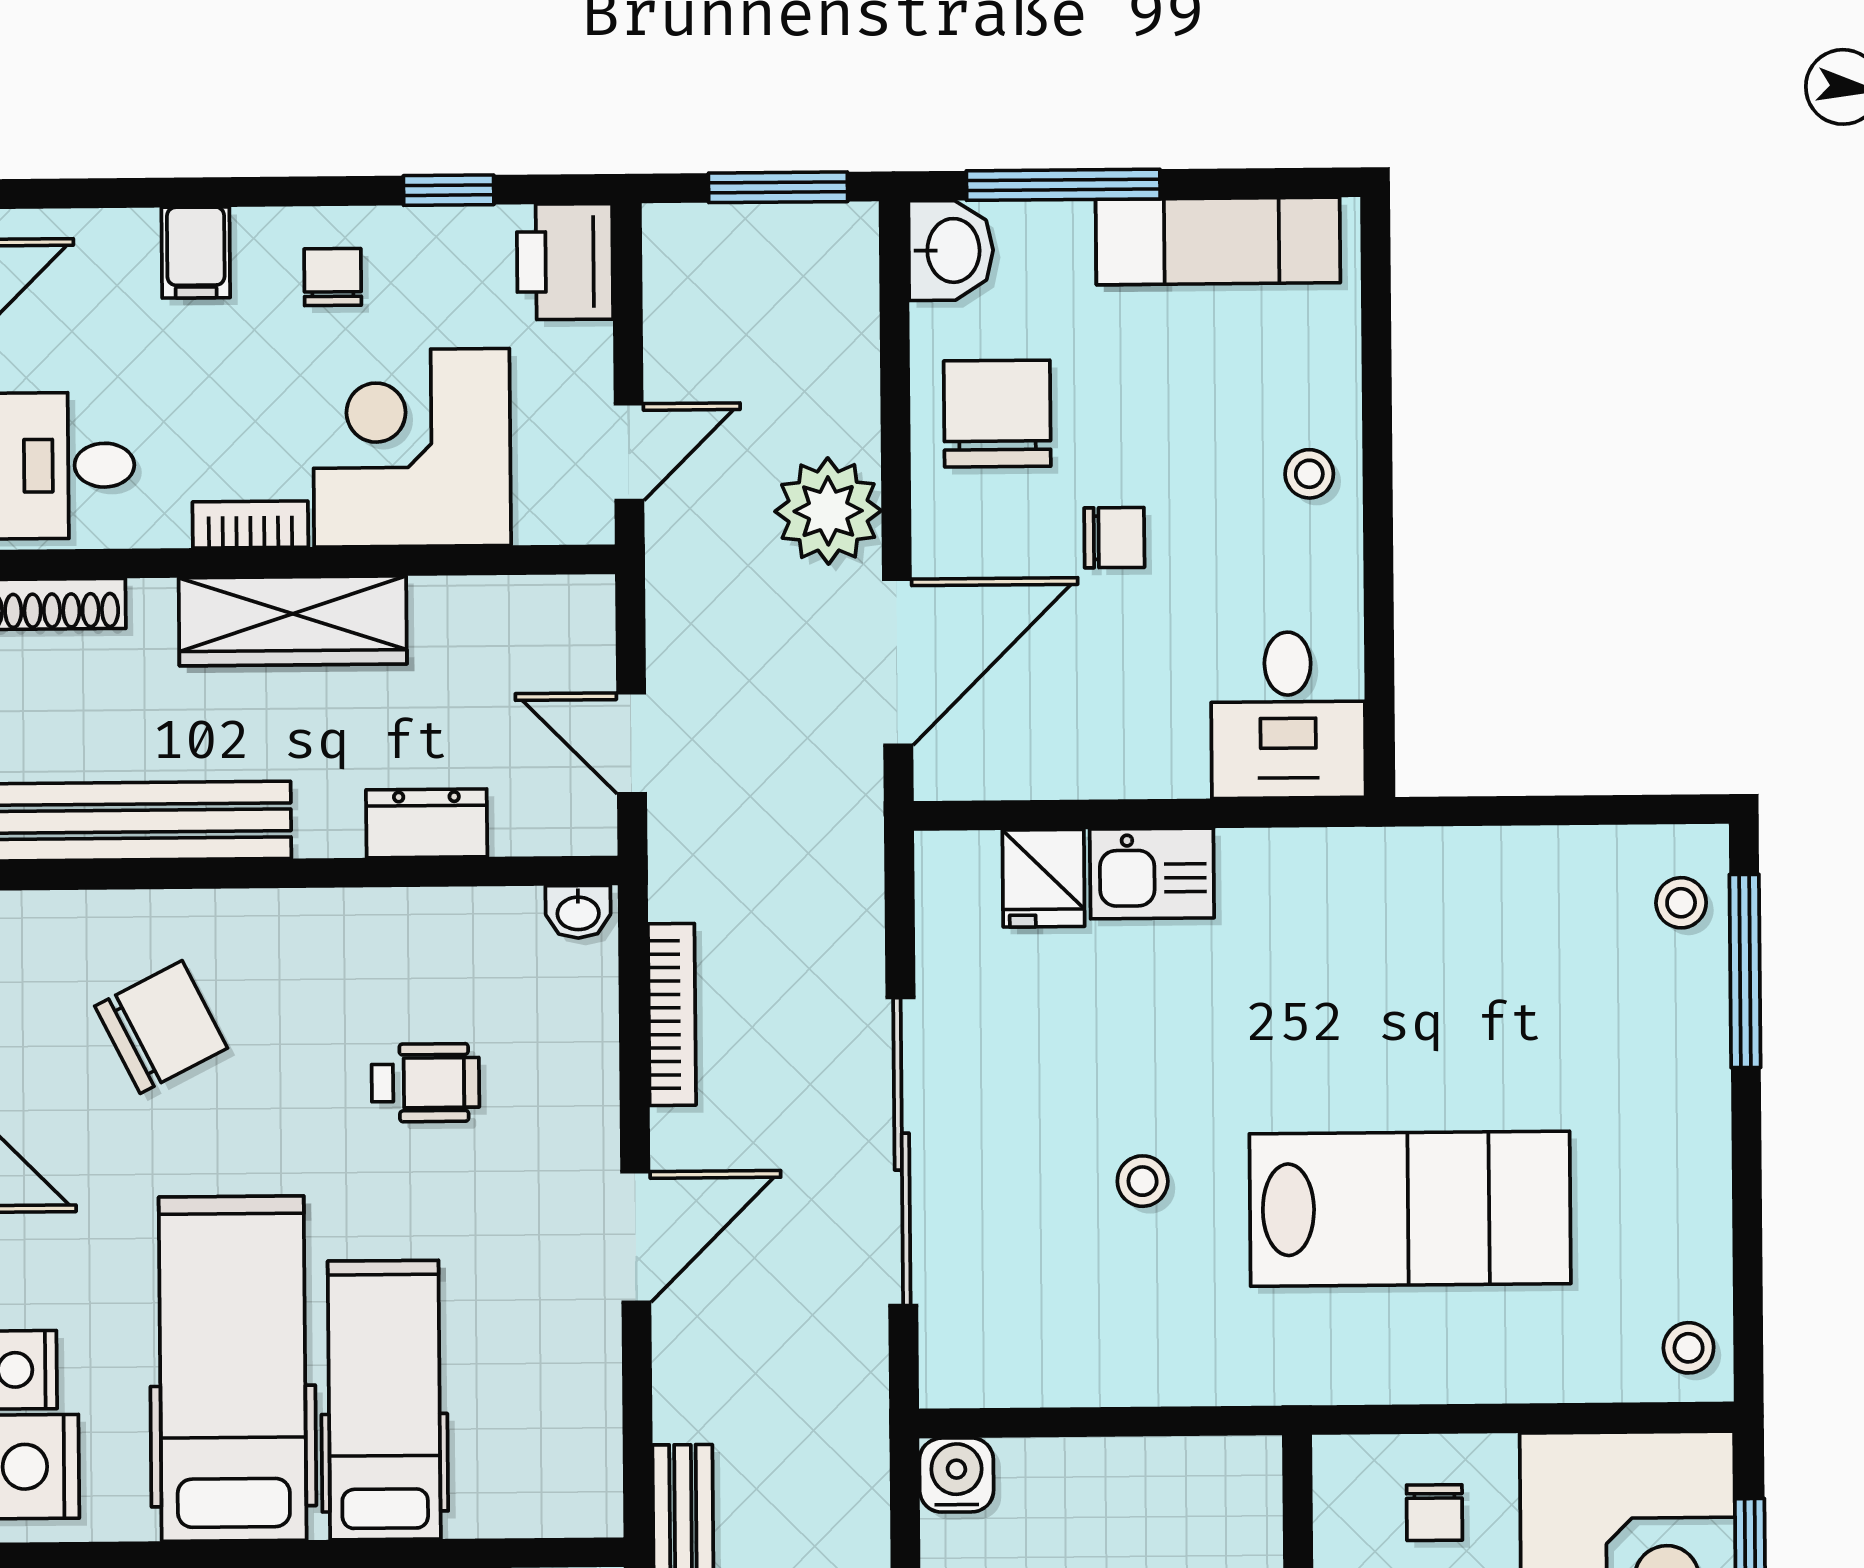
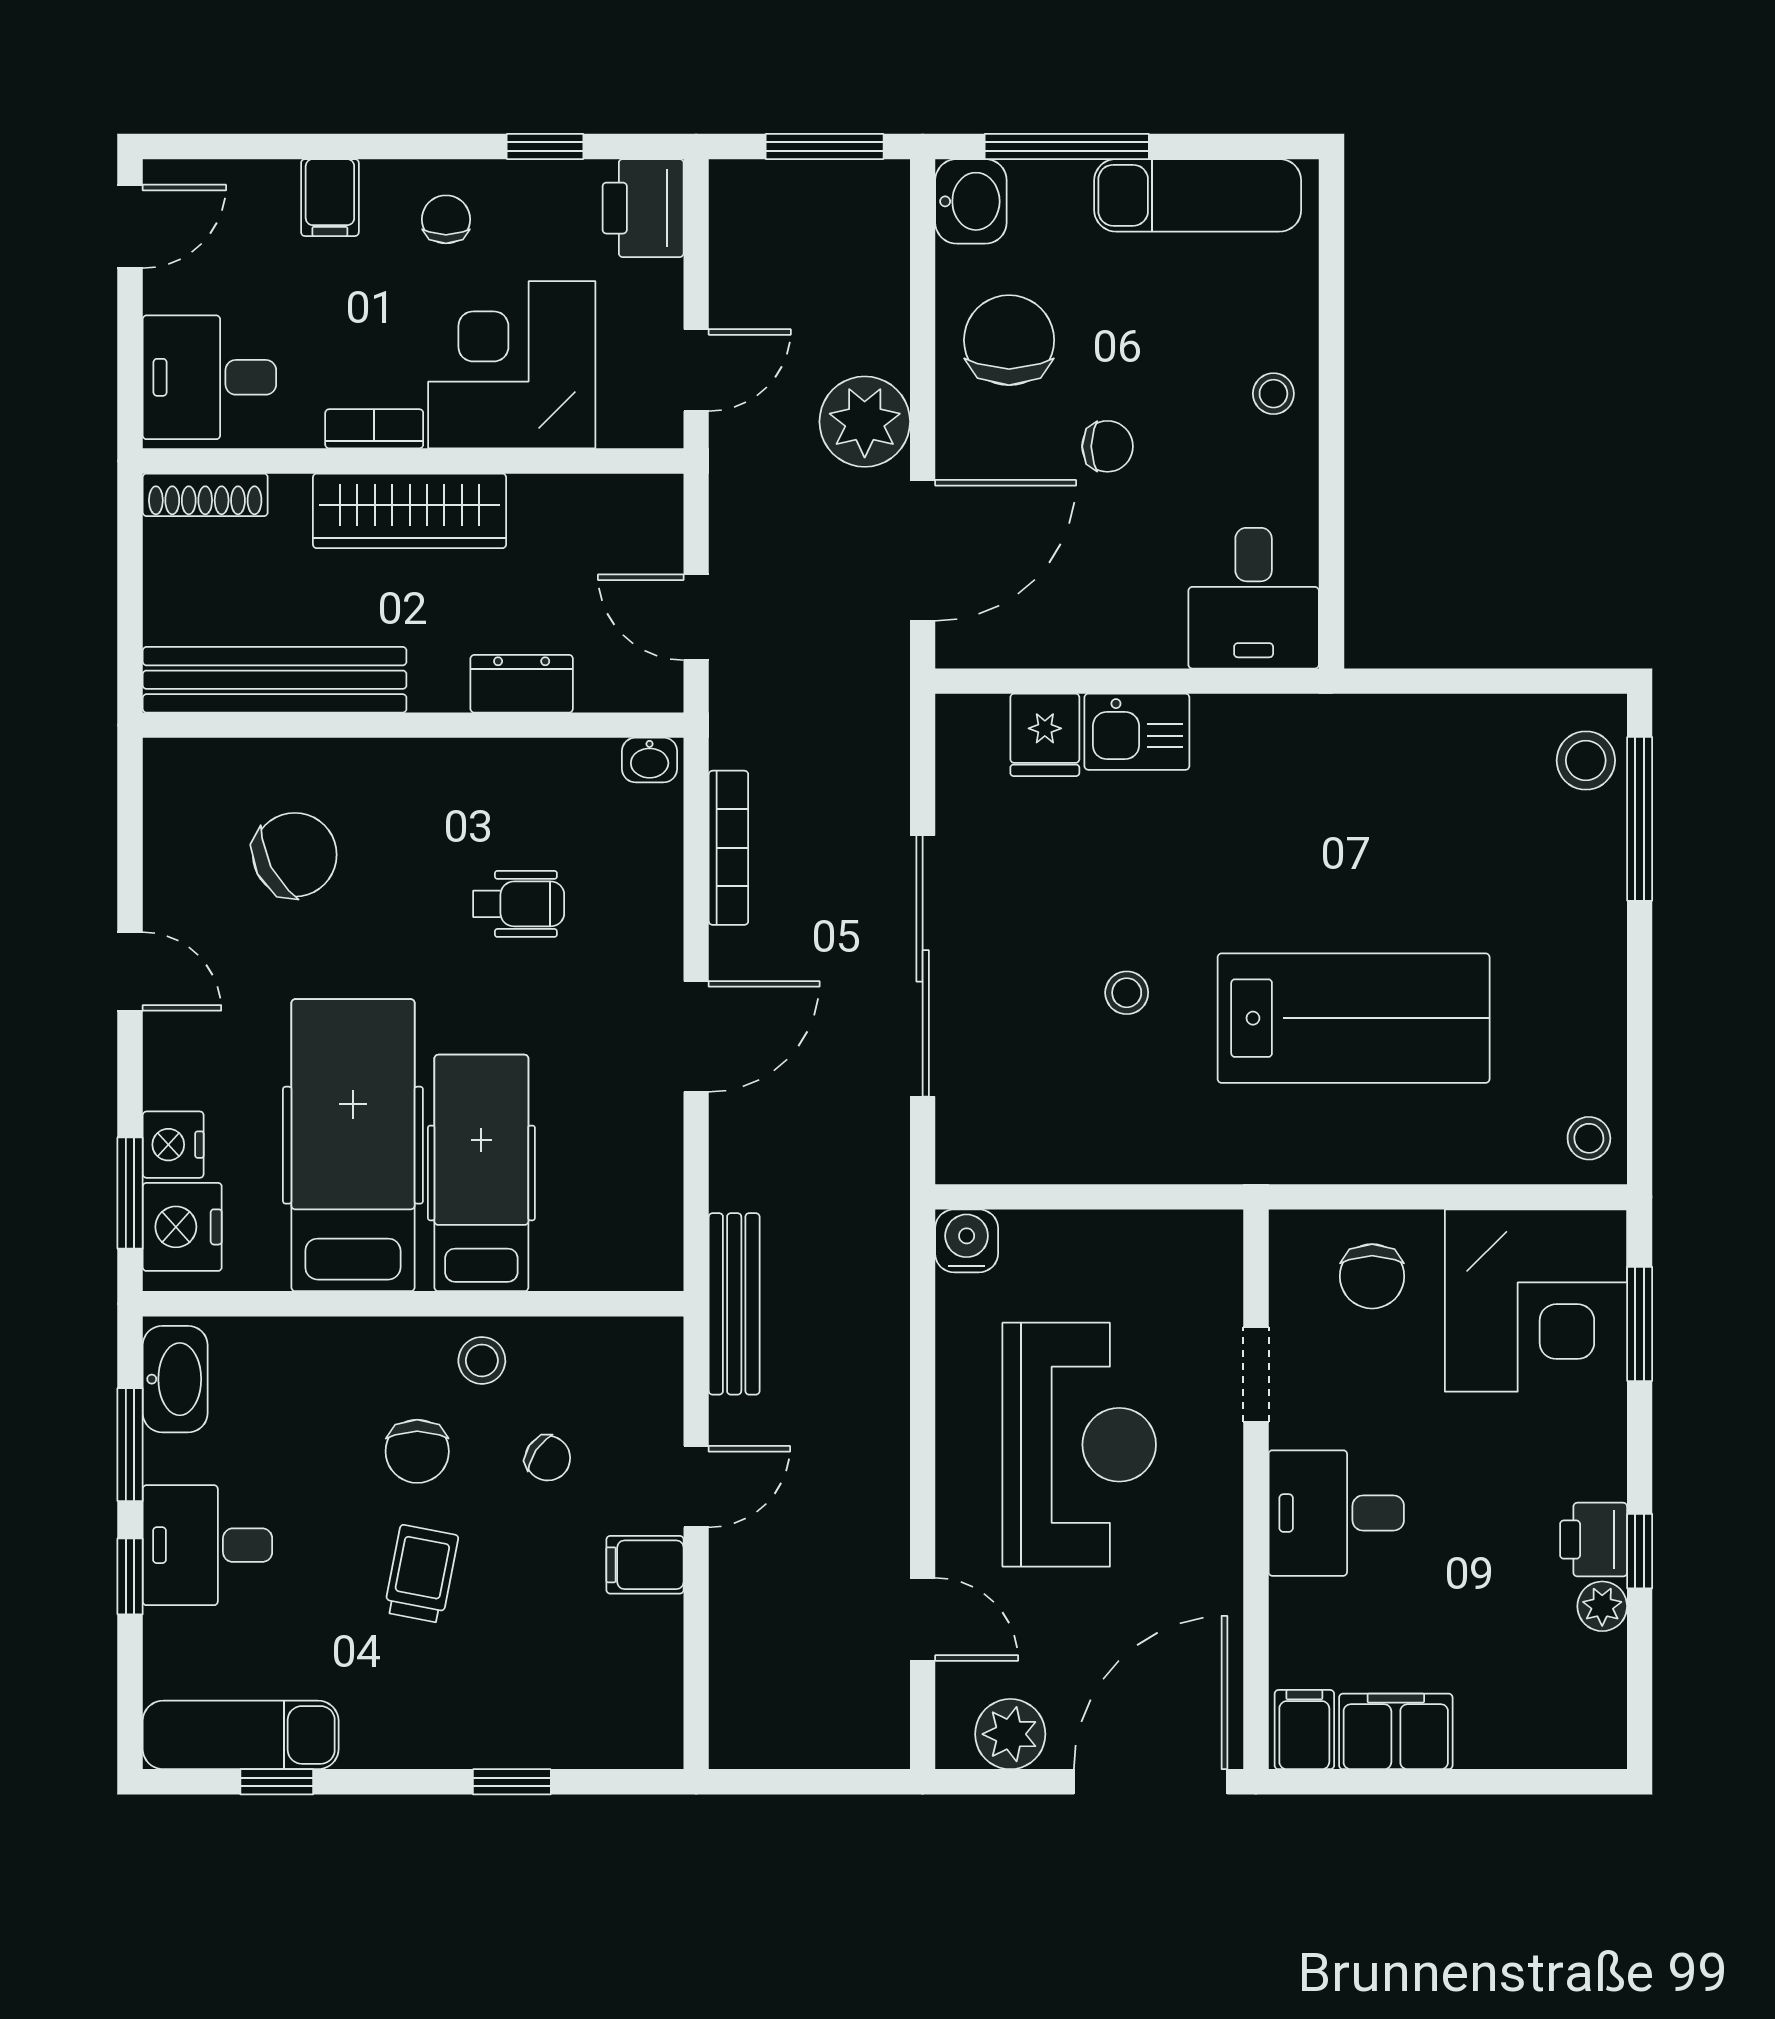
stool: (1681, 903) -> (1586, 760), width x1.37, depth x1.37
chair: (1434, 1513) -> (1372, 1276), width x1.37, depth x1.37

